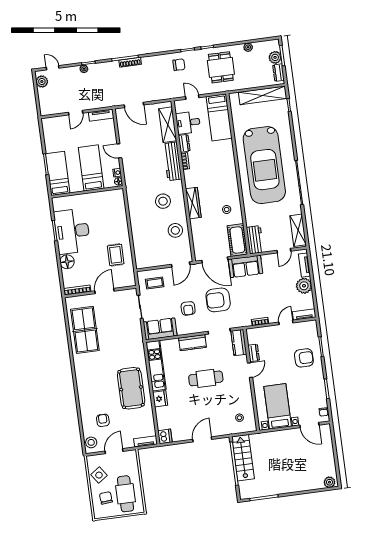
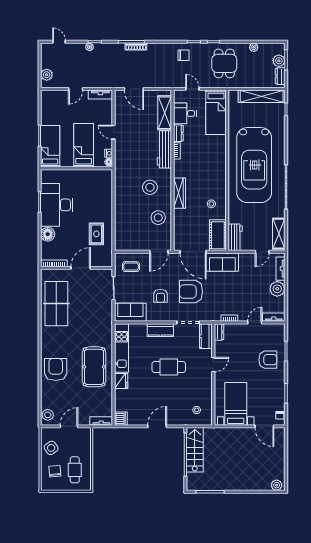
plant: (42, 81) -> (47, 75), moved
dresser: (254, 353) -> (219, 332), moved
armchair: (103, 420) -> (56, 369), moved, width x1.88, depth x1.88
cafe table: (126, 494) -> (75, 470), width x0.73, depth x0.74

